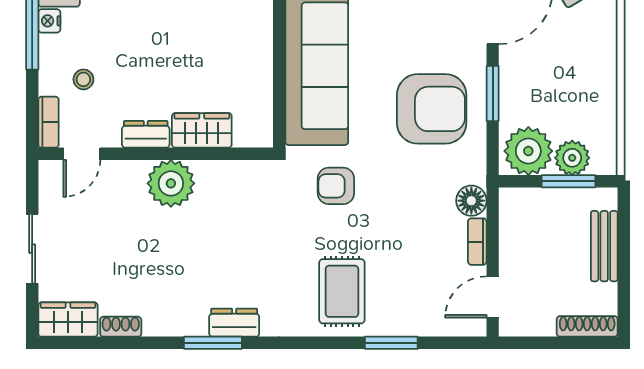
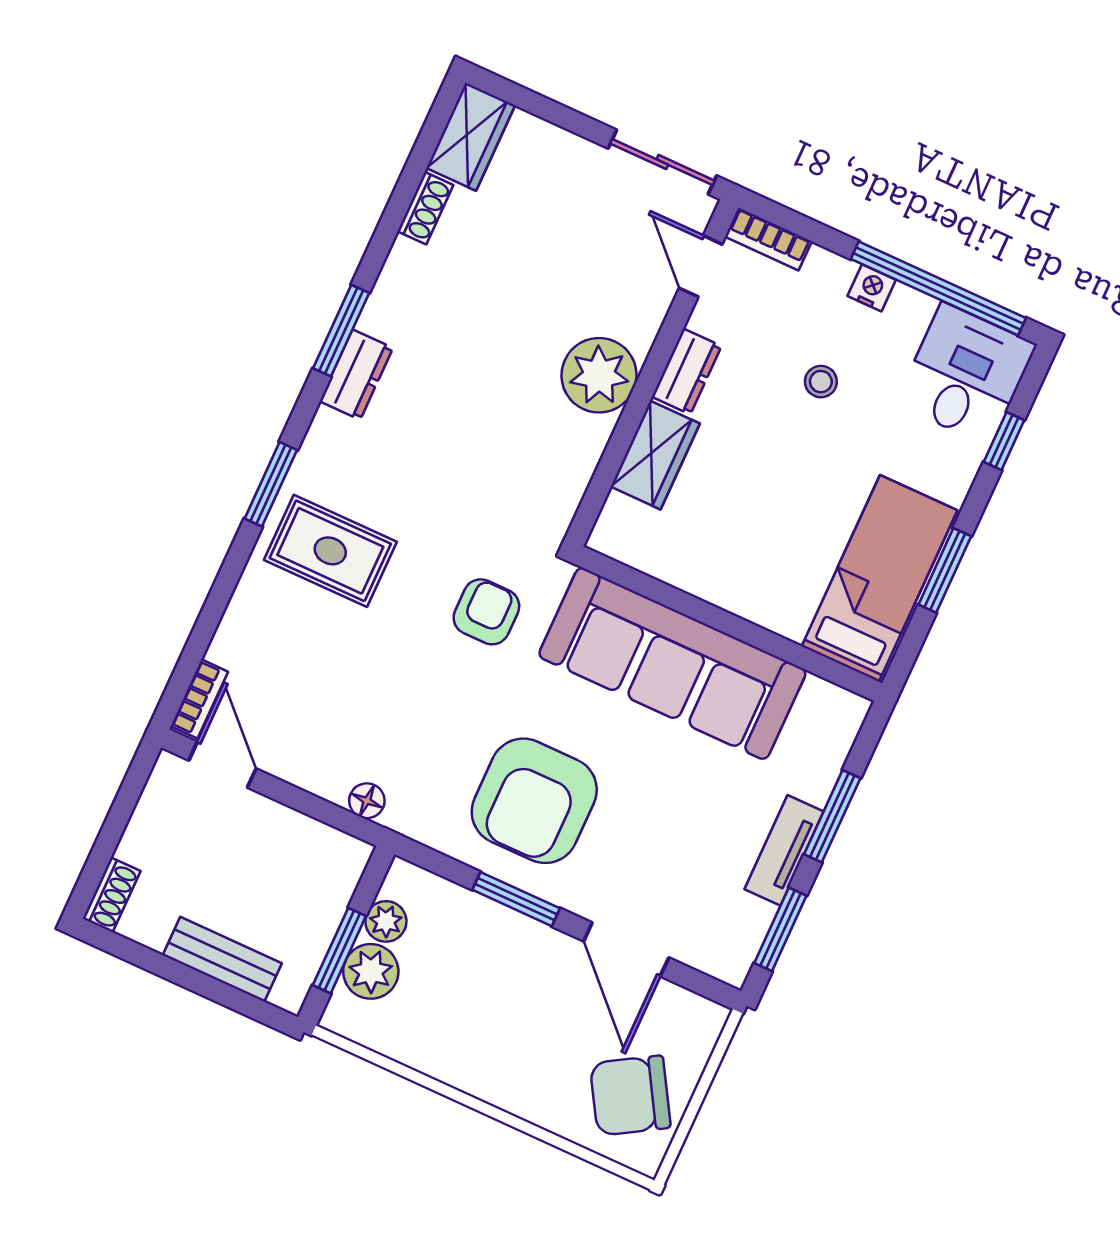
nightstand: (49, 21) -> (872, 288), moved
stool: (83, 79) -> (821, 382), moved
plant: (528, 151) -> (386, 921), width x0.53, depth x0.53
floor lamp: (471, 201) -> (367, 801), width x0.73, depth x0.73
bookcase: (477, 242) -> (199, 699), moved, turned 90
sliding door: (32, 249) -> (662, 162), moved
shoe rack: (587, 326) -> (112, 895), width x0.70
window: (391, 343) -> (271, 484), moved

